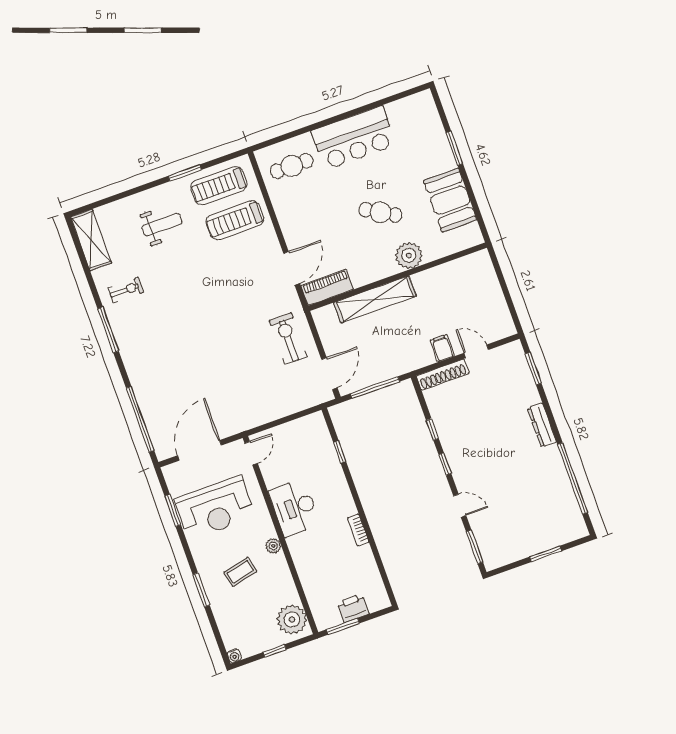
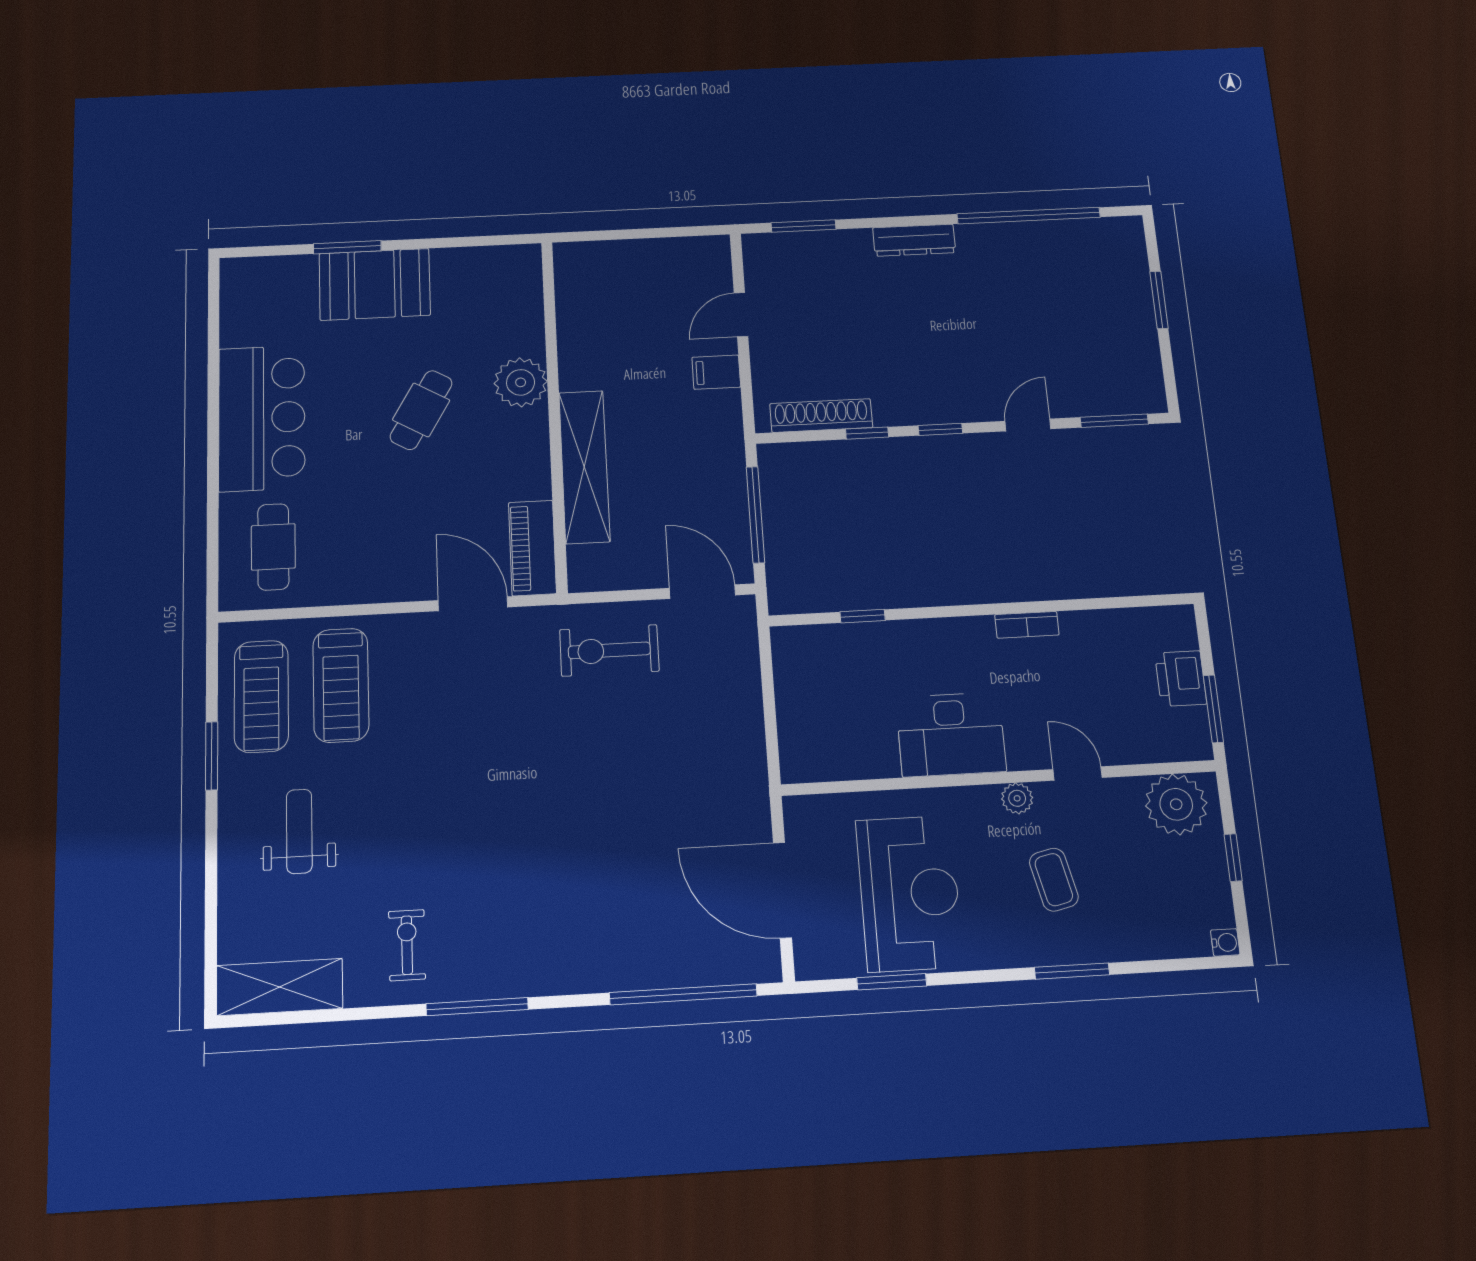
booth: (450, 200) -> (375, 284), moved
shoe rack: (443, 375) -> (821, 416), moved, turned -90
door: (251, 453) -> (1078, 773), moved

